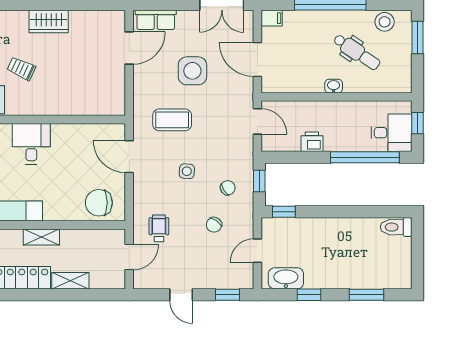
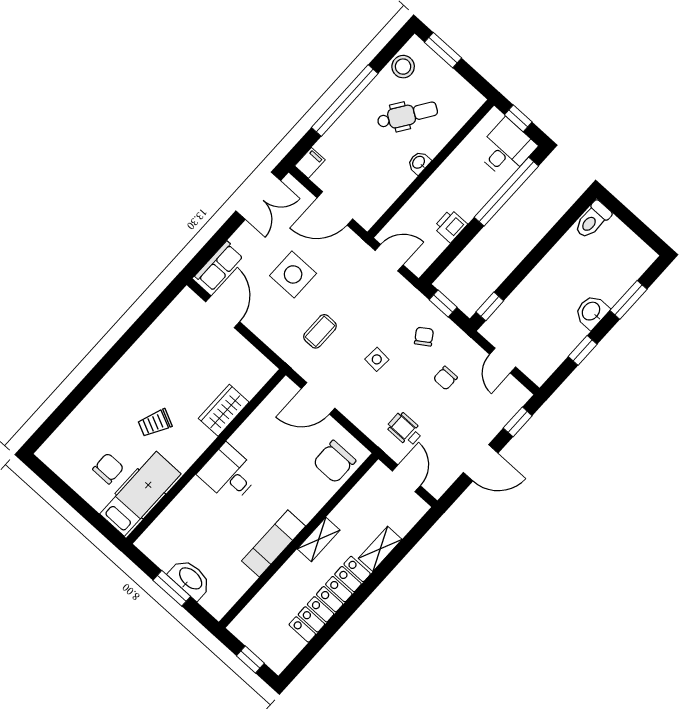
wardrobe: (49, 22) -> (224, 410), moved, turned 180
coffee table: (172, 120) -> (320, 331), width x0.73, depth x0.77
chair: (214, 225) -> (445, 378), turned 54
washbasin: (286, 278) -> (592, 312), moved, width x0.72
door: (181, 295) -> (481, 463), width x1.38

